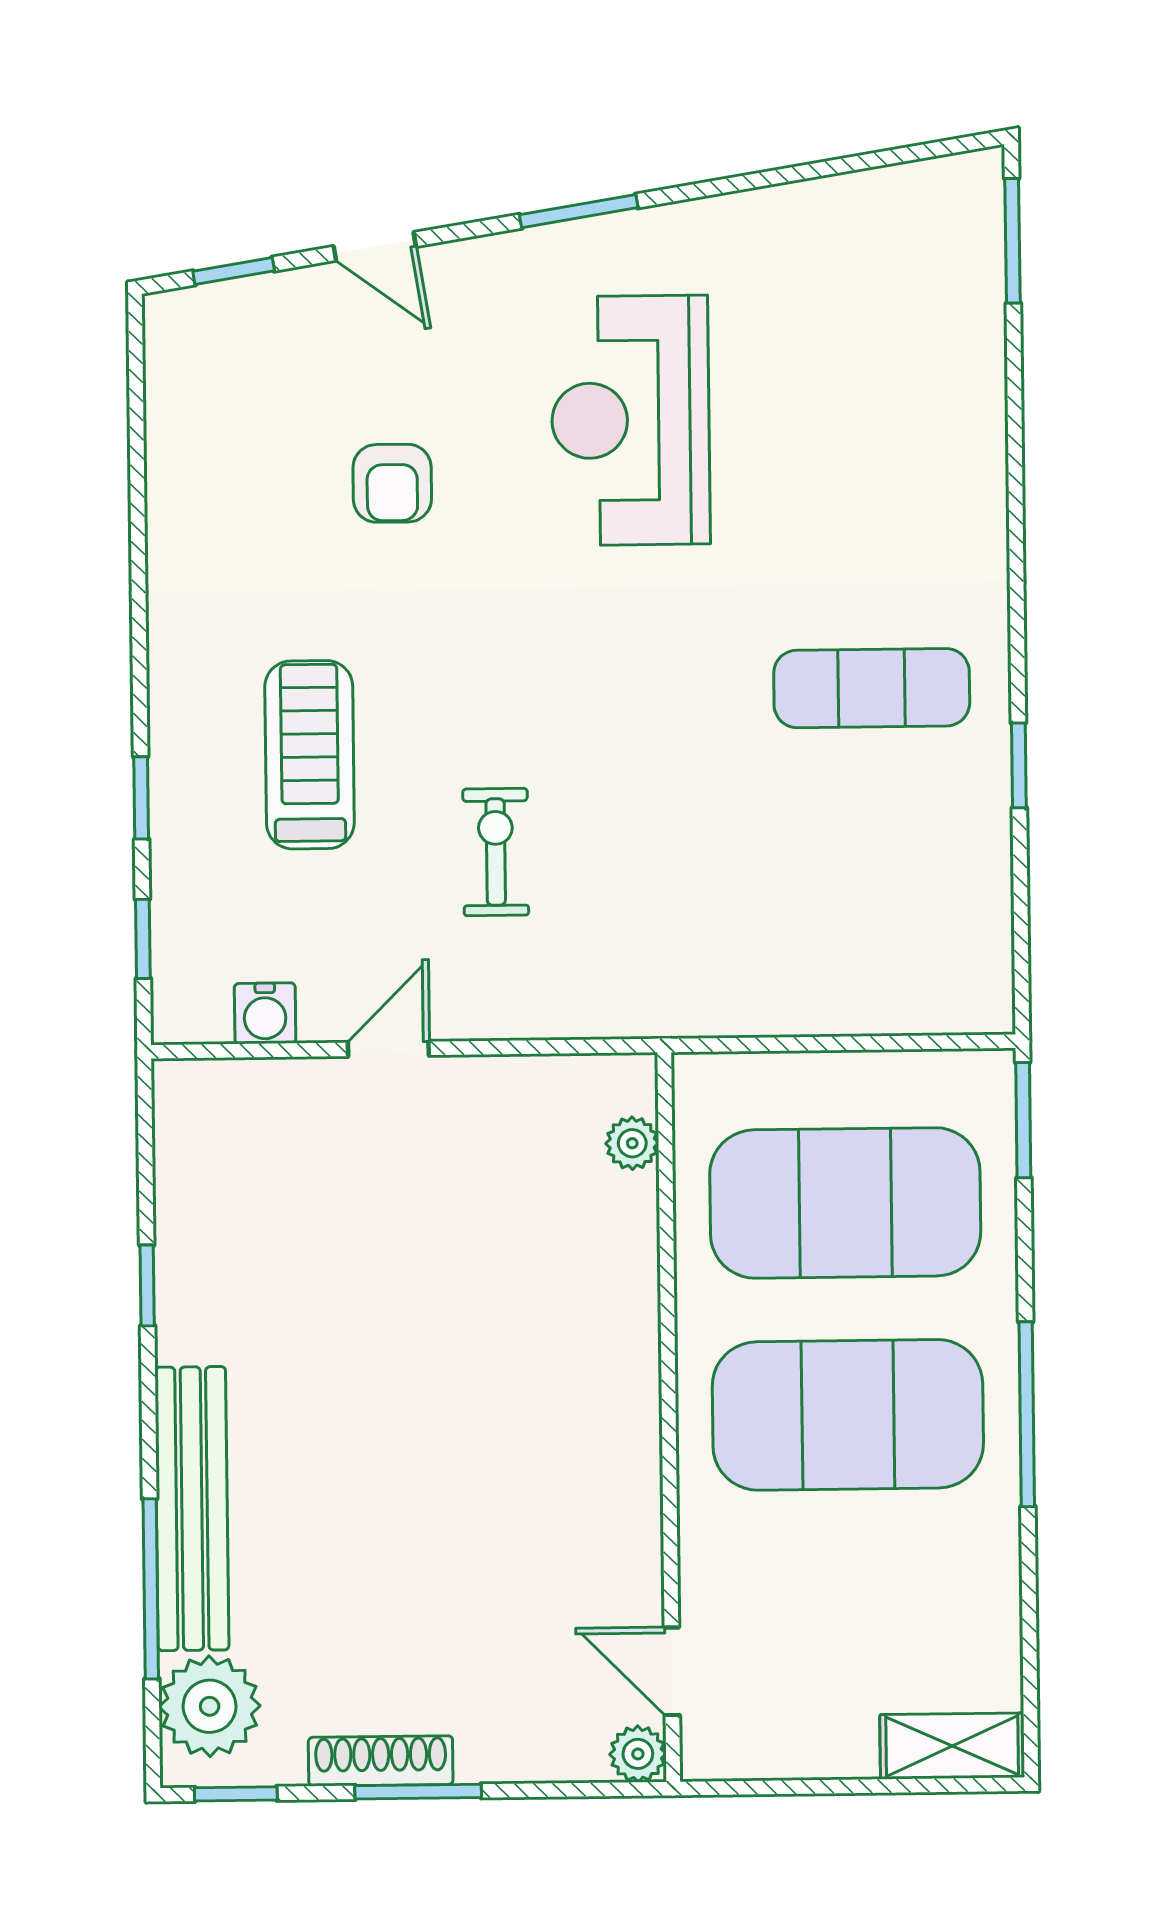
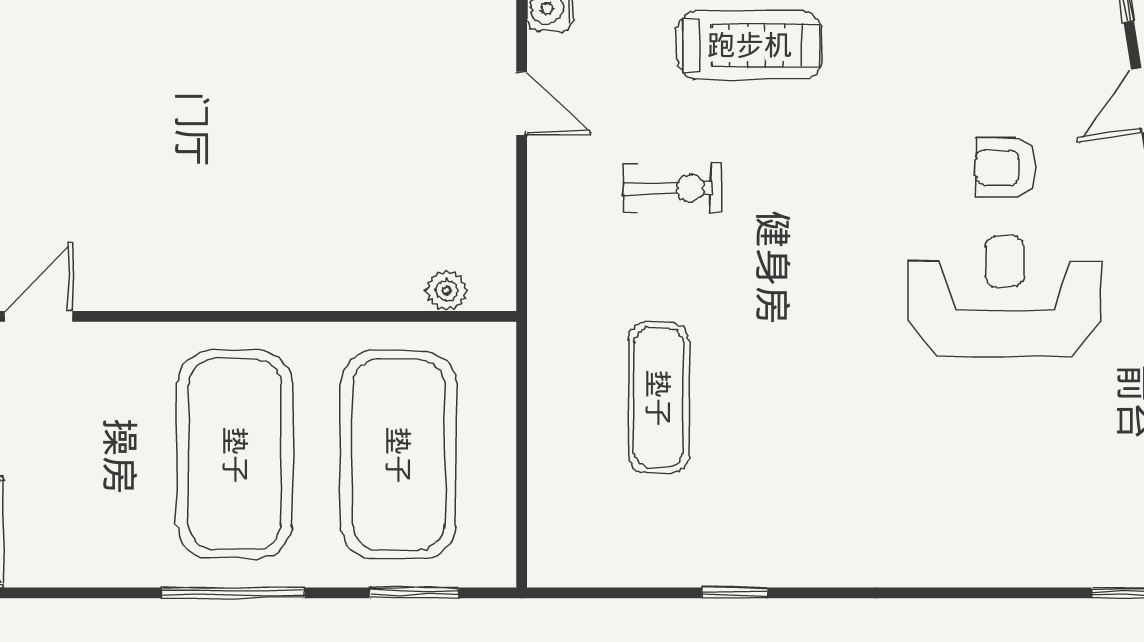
armchair: (392, 483) -> (1006, 167), moved
exercise mat: (872, 688) -> (658, 398), moved
window: (1023, 1120) -> (414, 593), moved

